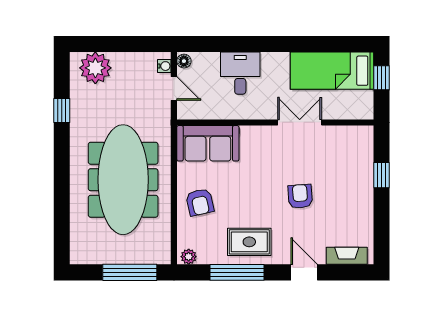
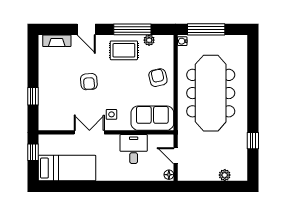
water cooler: (164, 66) -> (182, 41), moved
plant: (95, 68) -> (225, 175), width x0.53, depth x0.53
desk: (240, 73) -> (134, 149), moved, turned 180
window: (381, 78) -> (33, 152), moved
double door: (300, 122) -> (89, 132), swing flipped
side table: (267, 149) -> (111, 114), added
plant: (189, 257) -> (149, 40), moved

